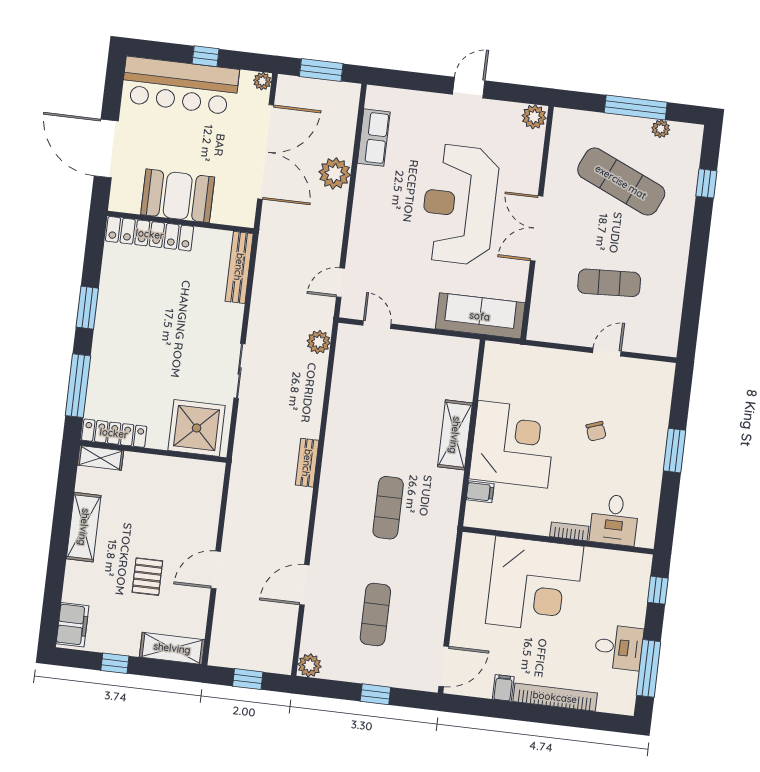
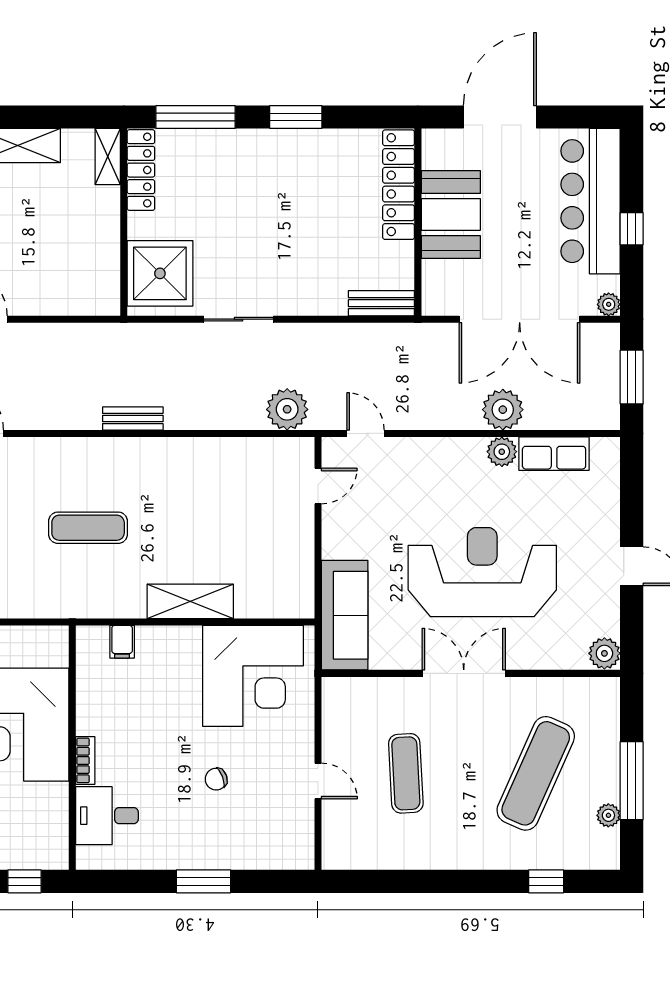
plant: (367, 178) -> (502, 452), added
bench: (239, 267) -> (381, 303), width x0.73
plant: (319, 342) -> (287, 409), width x1.36, depth x1.36
corner desk: (513, 444) -> (253, 676), moved

